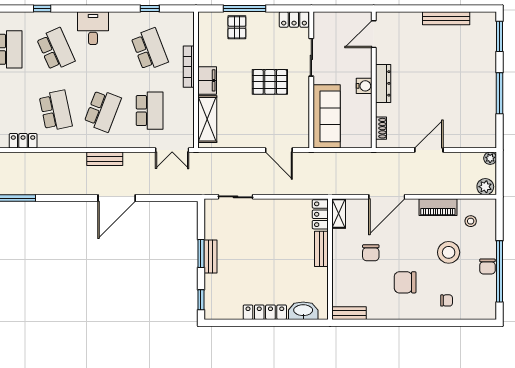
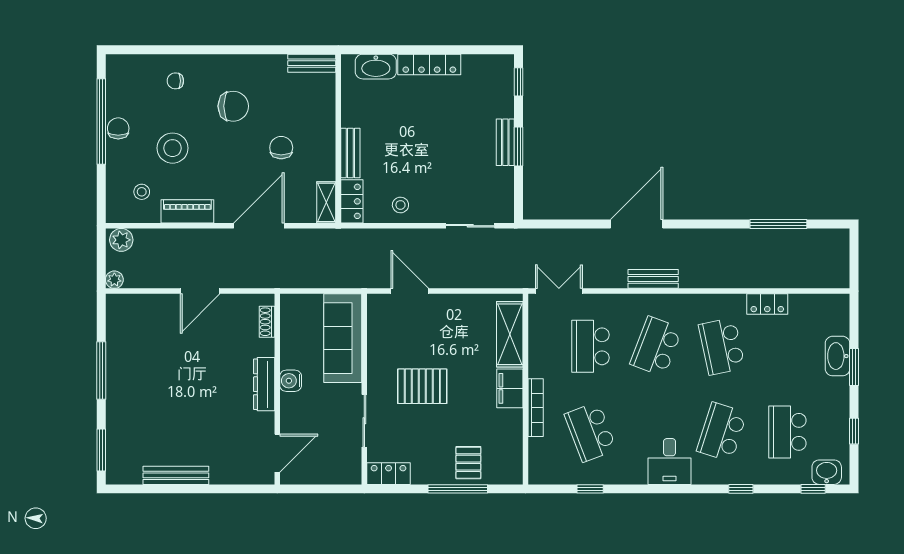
school desk: (56, 49) -> (722, 432), turned 42
stool: (286, 212) -> (400, 205), added

